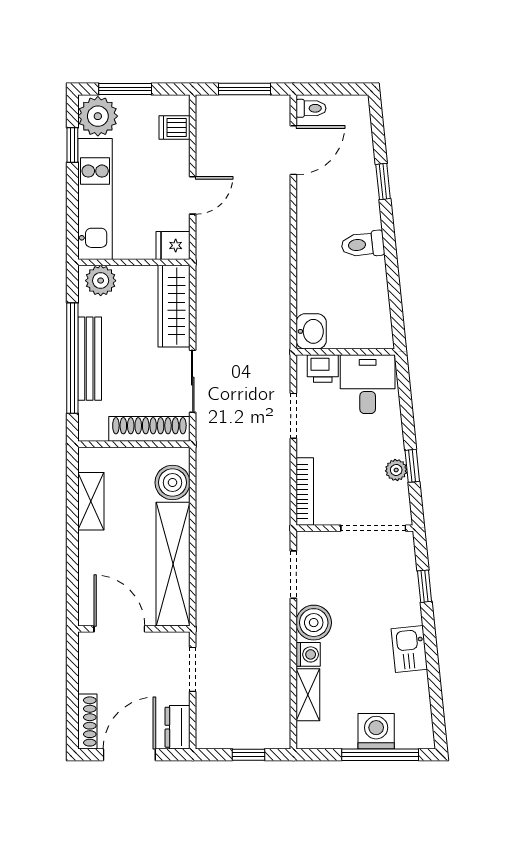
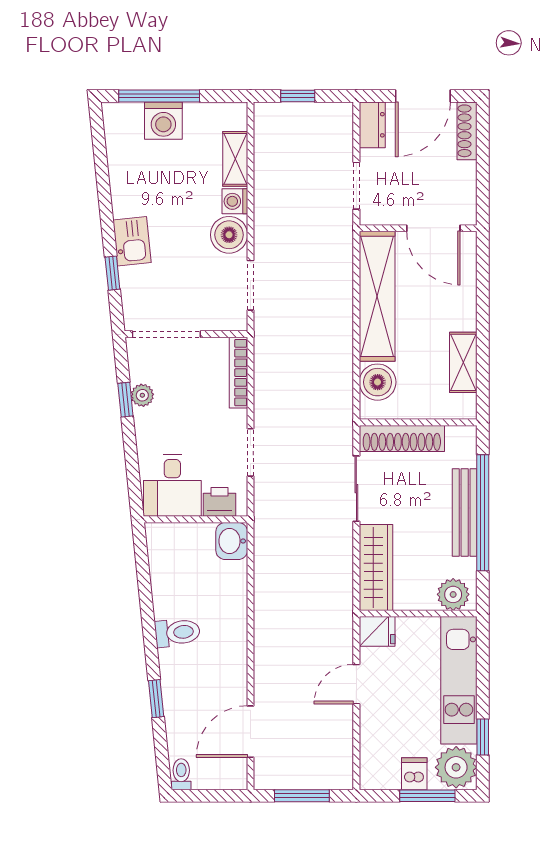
toilet: (311, 108) -> (181, 774), moved, turned 90
dishwasher: (174, 128) -> (414, 774), moved, turned -90
kitchen sink: (409, 649) -> (132, 241), moved

